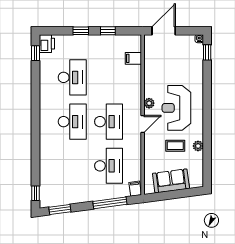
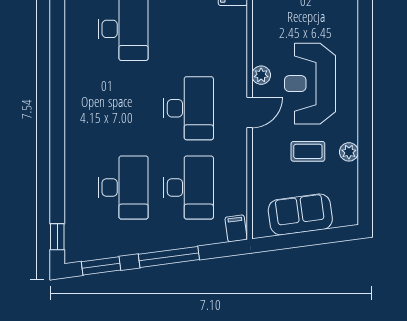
desk: (72, 122) -> (123, 187), moved
window: (110, 203) -> (169, 257), moved

